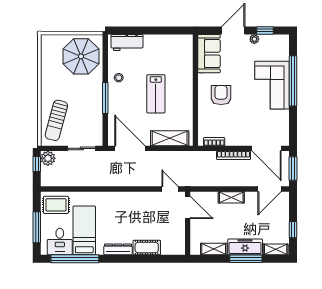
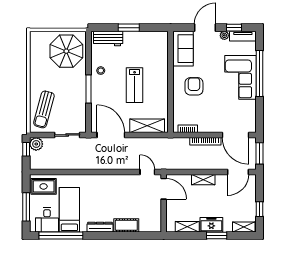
window: (149, 31) -> (129, 28), added
tv unit: (275, 40) -> (243, 36), added
freezer: (245, 247) -> (211, 225), width x0.71
window: (246, 259) -> (217, 236), width x0.69

